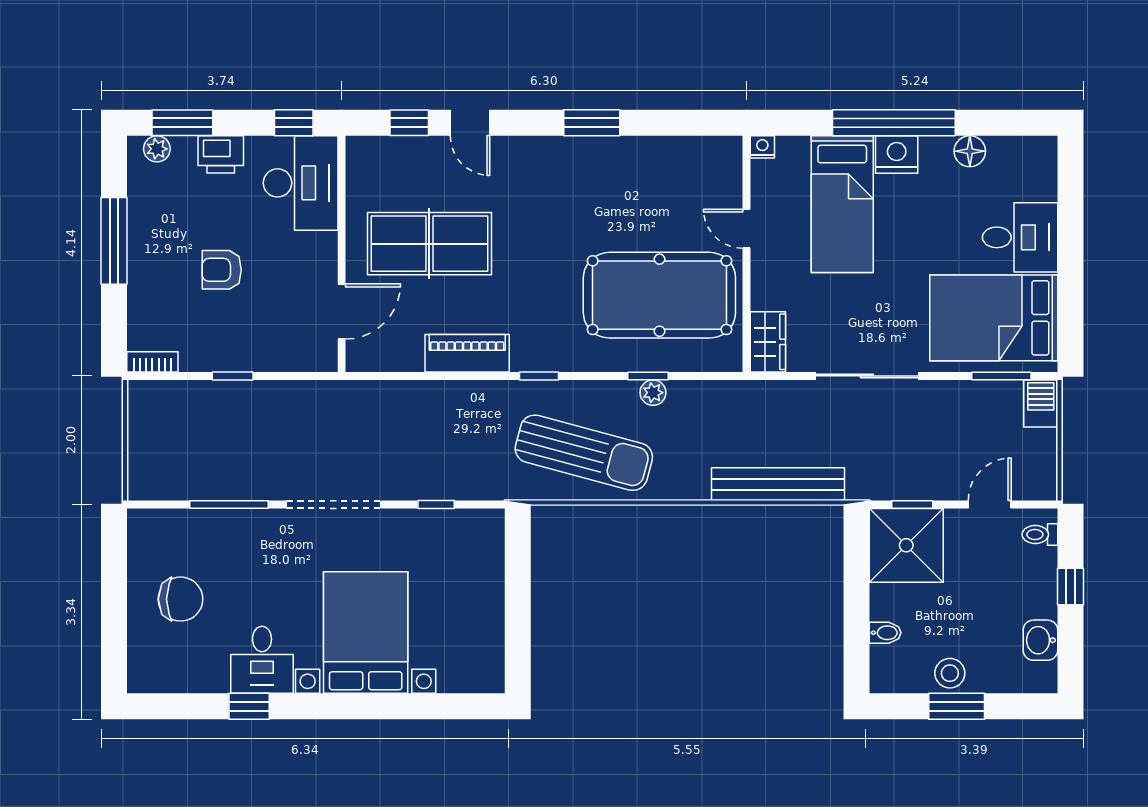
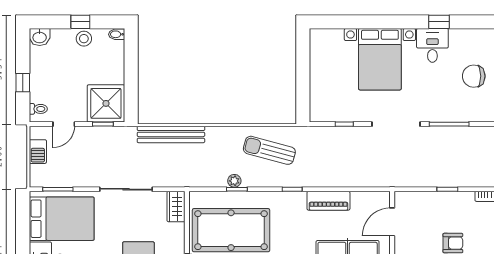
barbecue: (1041, 403) -> (38, 152), moved
sun lounger: (584, 453) -> (269, 150), width x0.73, depth x0.75
bidet: (885, 633) -> (117, 34), moved
washbasin: (1040, 640) -> (40, 37), moved, turned 90
window: (957, 706) -> (80, 22), width x0.67

